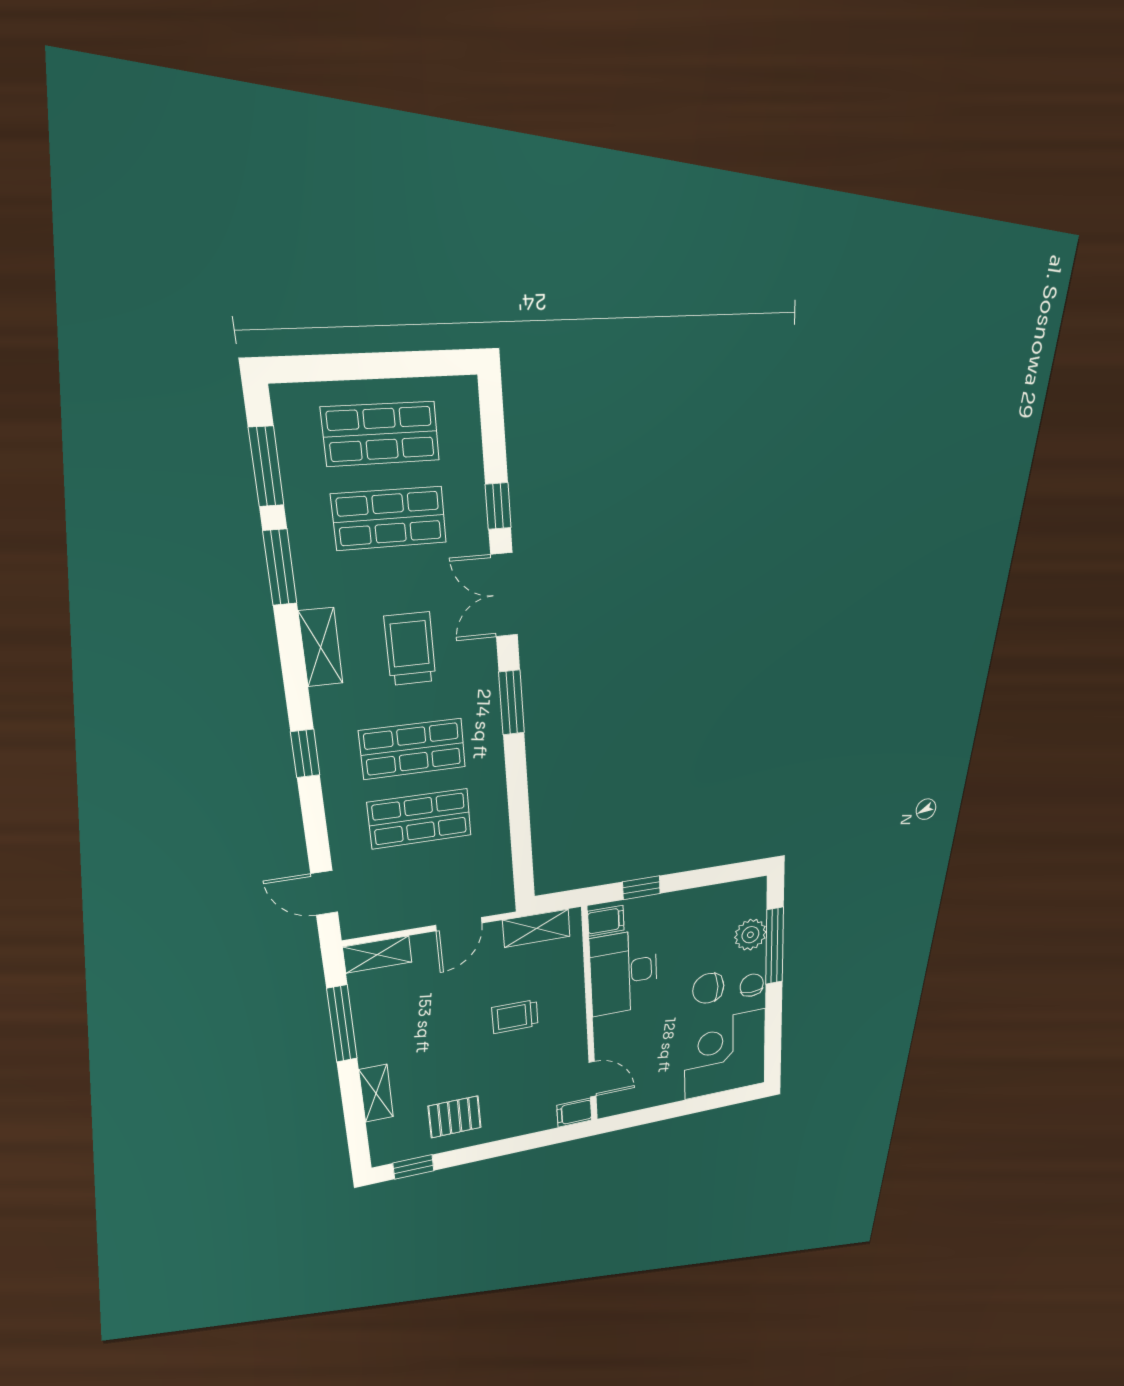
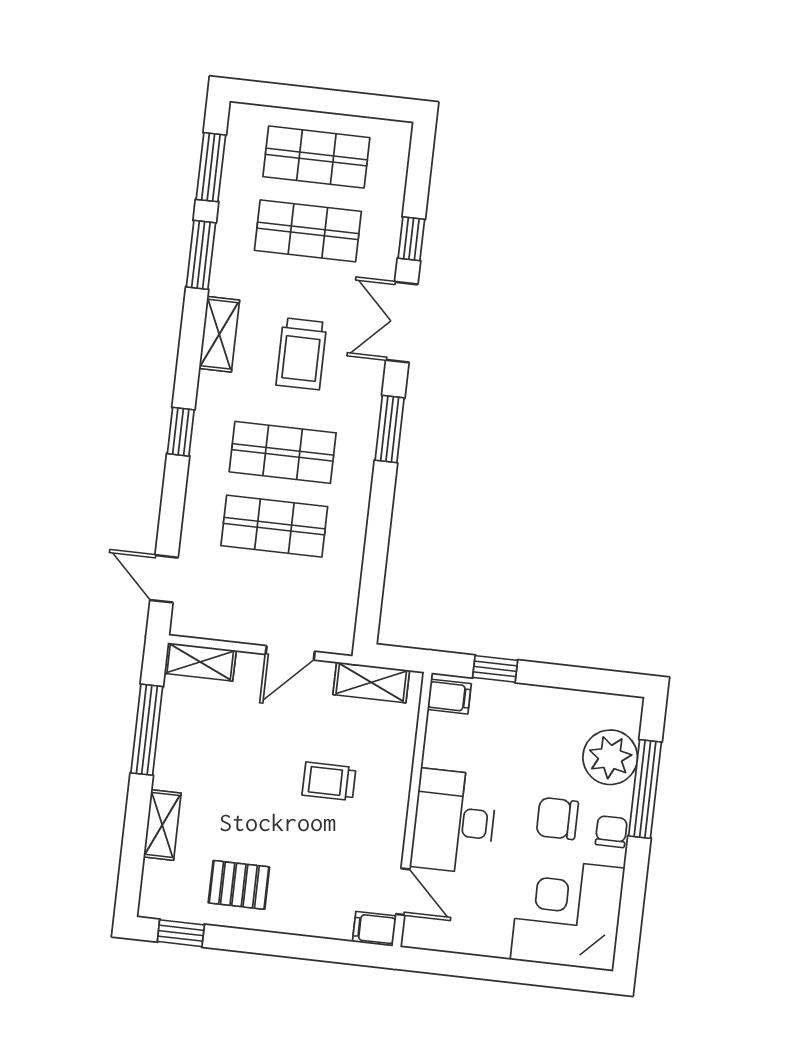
trolley: (410, 649) -> (301, 354), turned 180
plant: (750, 935) -> (610, 757), width x1.36, depth x1.36
desk: (624, 972) -> (454, 821), moved

